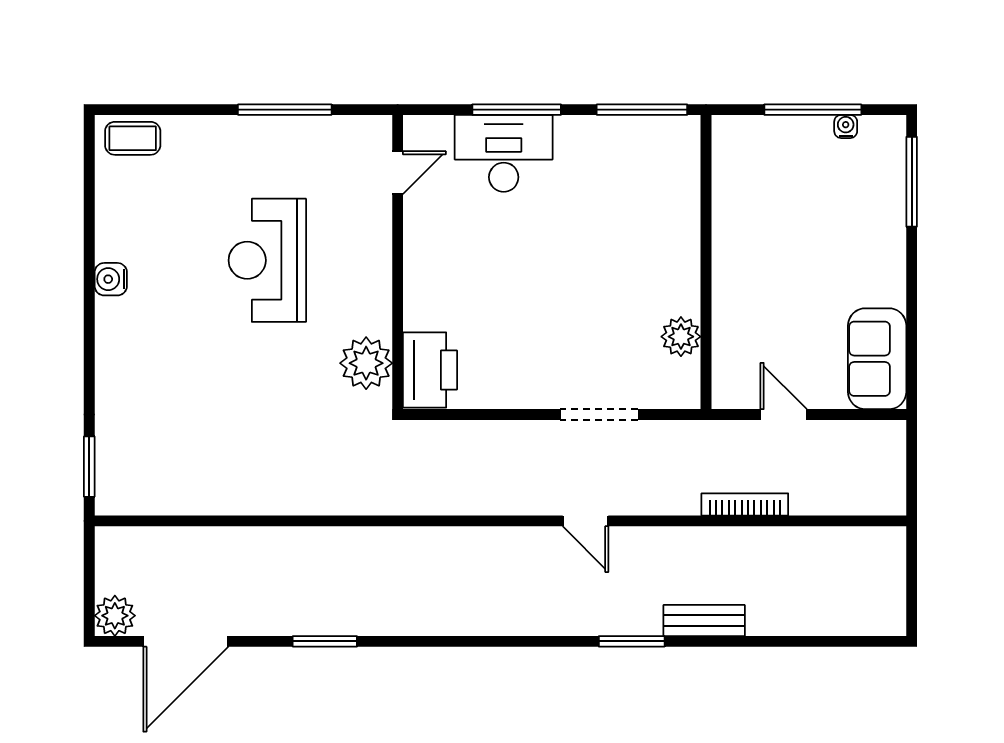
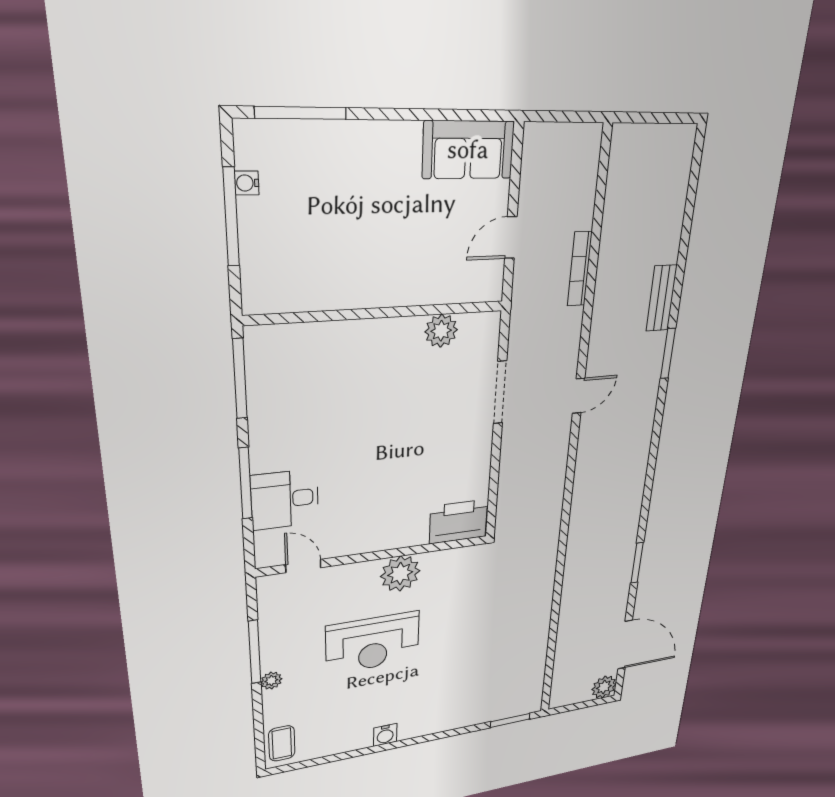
plant: (237, 128) -> (271, 681), added
desk: (504, 153) -> (285, 499), width x0.73
plant: (366, 363) -> (400, 574), moved

